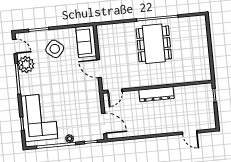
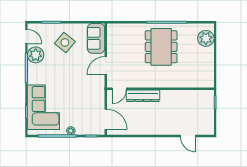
plant: (199, 31) -> (206, 38), added
door: (99, 69) -> (106, 66), hinge flipped
dresser: (156, 94) -> (143, 96), moved

